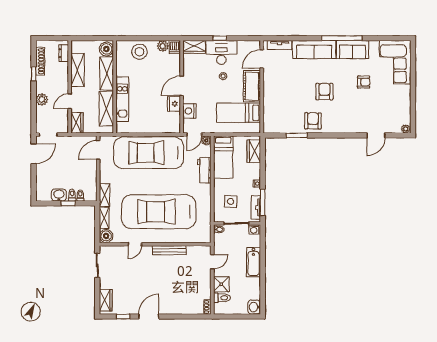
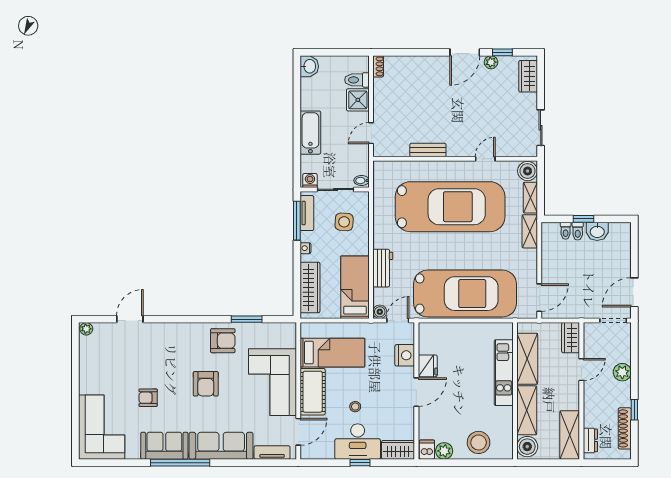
shelving: (78, 70) -> (570, 435), moved
corner sofa: (279, 93) -> (272, 382), added
armchair: (313, 121) -> (223, 341), turned -90
wardrobe: (254, 151) -> (310, 288), width x1.50
bench: (169, 250) -> (428, 150), width x0.73
plant: (131, 310) -> (491, 62), added

